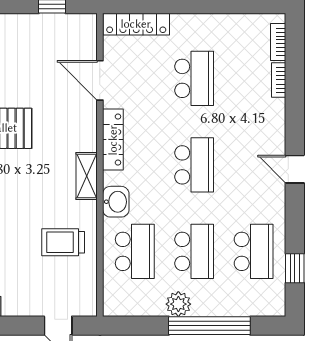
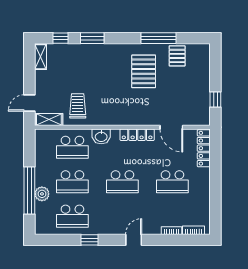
door: (100, 80) -> (171, 127), swing flipped
door: (295, 169) -> (134, 240), moved
shelving: (87, 176) -> (49, 120), moved
window: (295, 268) -> (90, 240), moved
plant: (178, 304) -> (42, 194), moved

